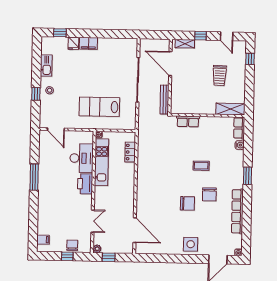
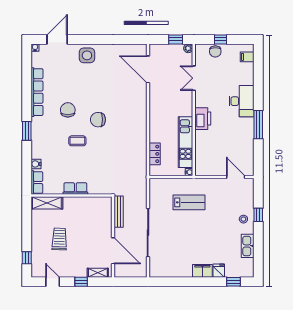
lab bench: (99, 107) -> (189, 202), width x0.73, depth x0.72
row of seats: (188, 121) -> (75, 189), moved
desk: (81, 158) -> (241, 101), moved, turned 180
chair: (187, 203) -> (98, 120), moved

